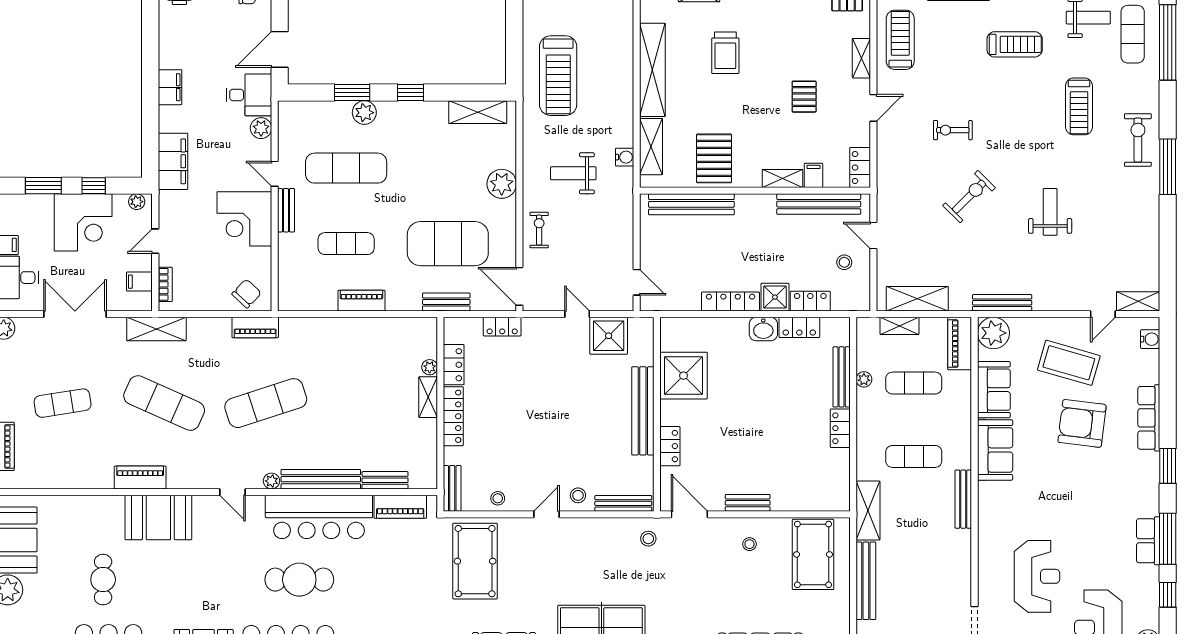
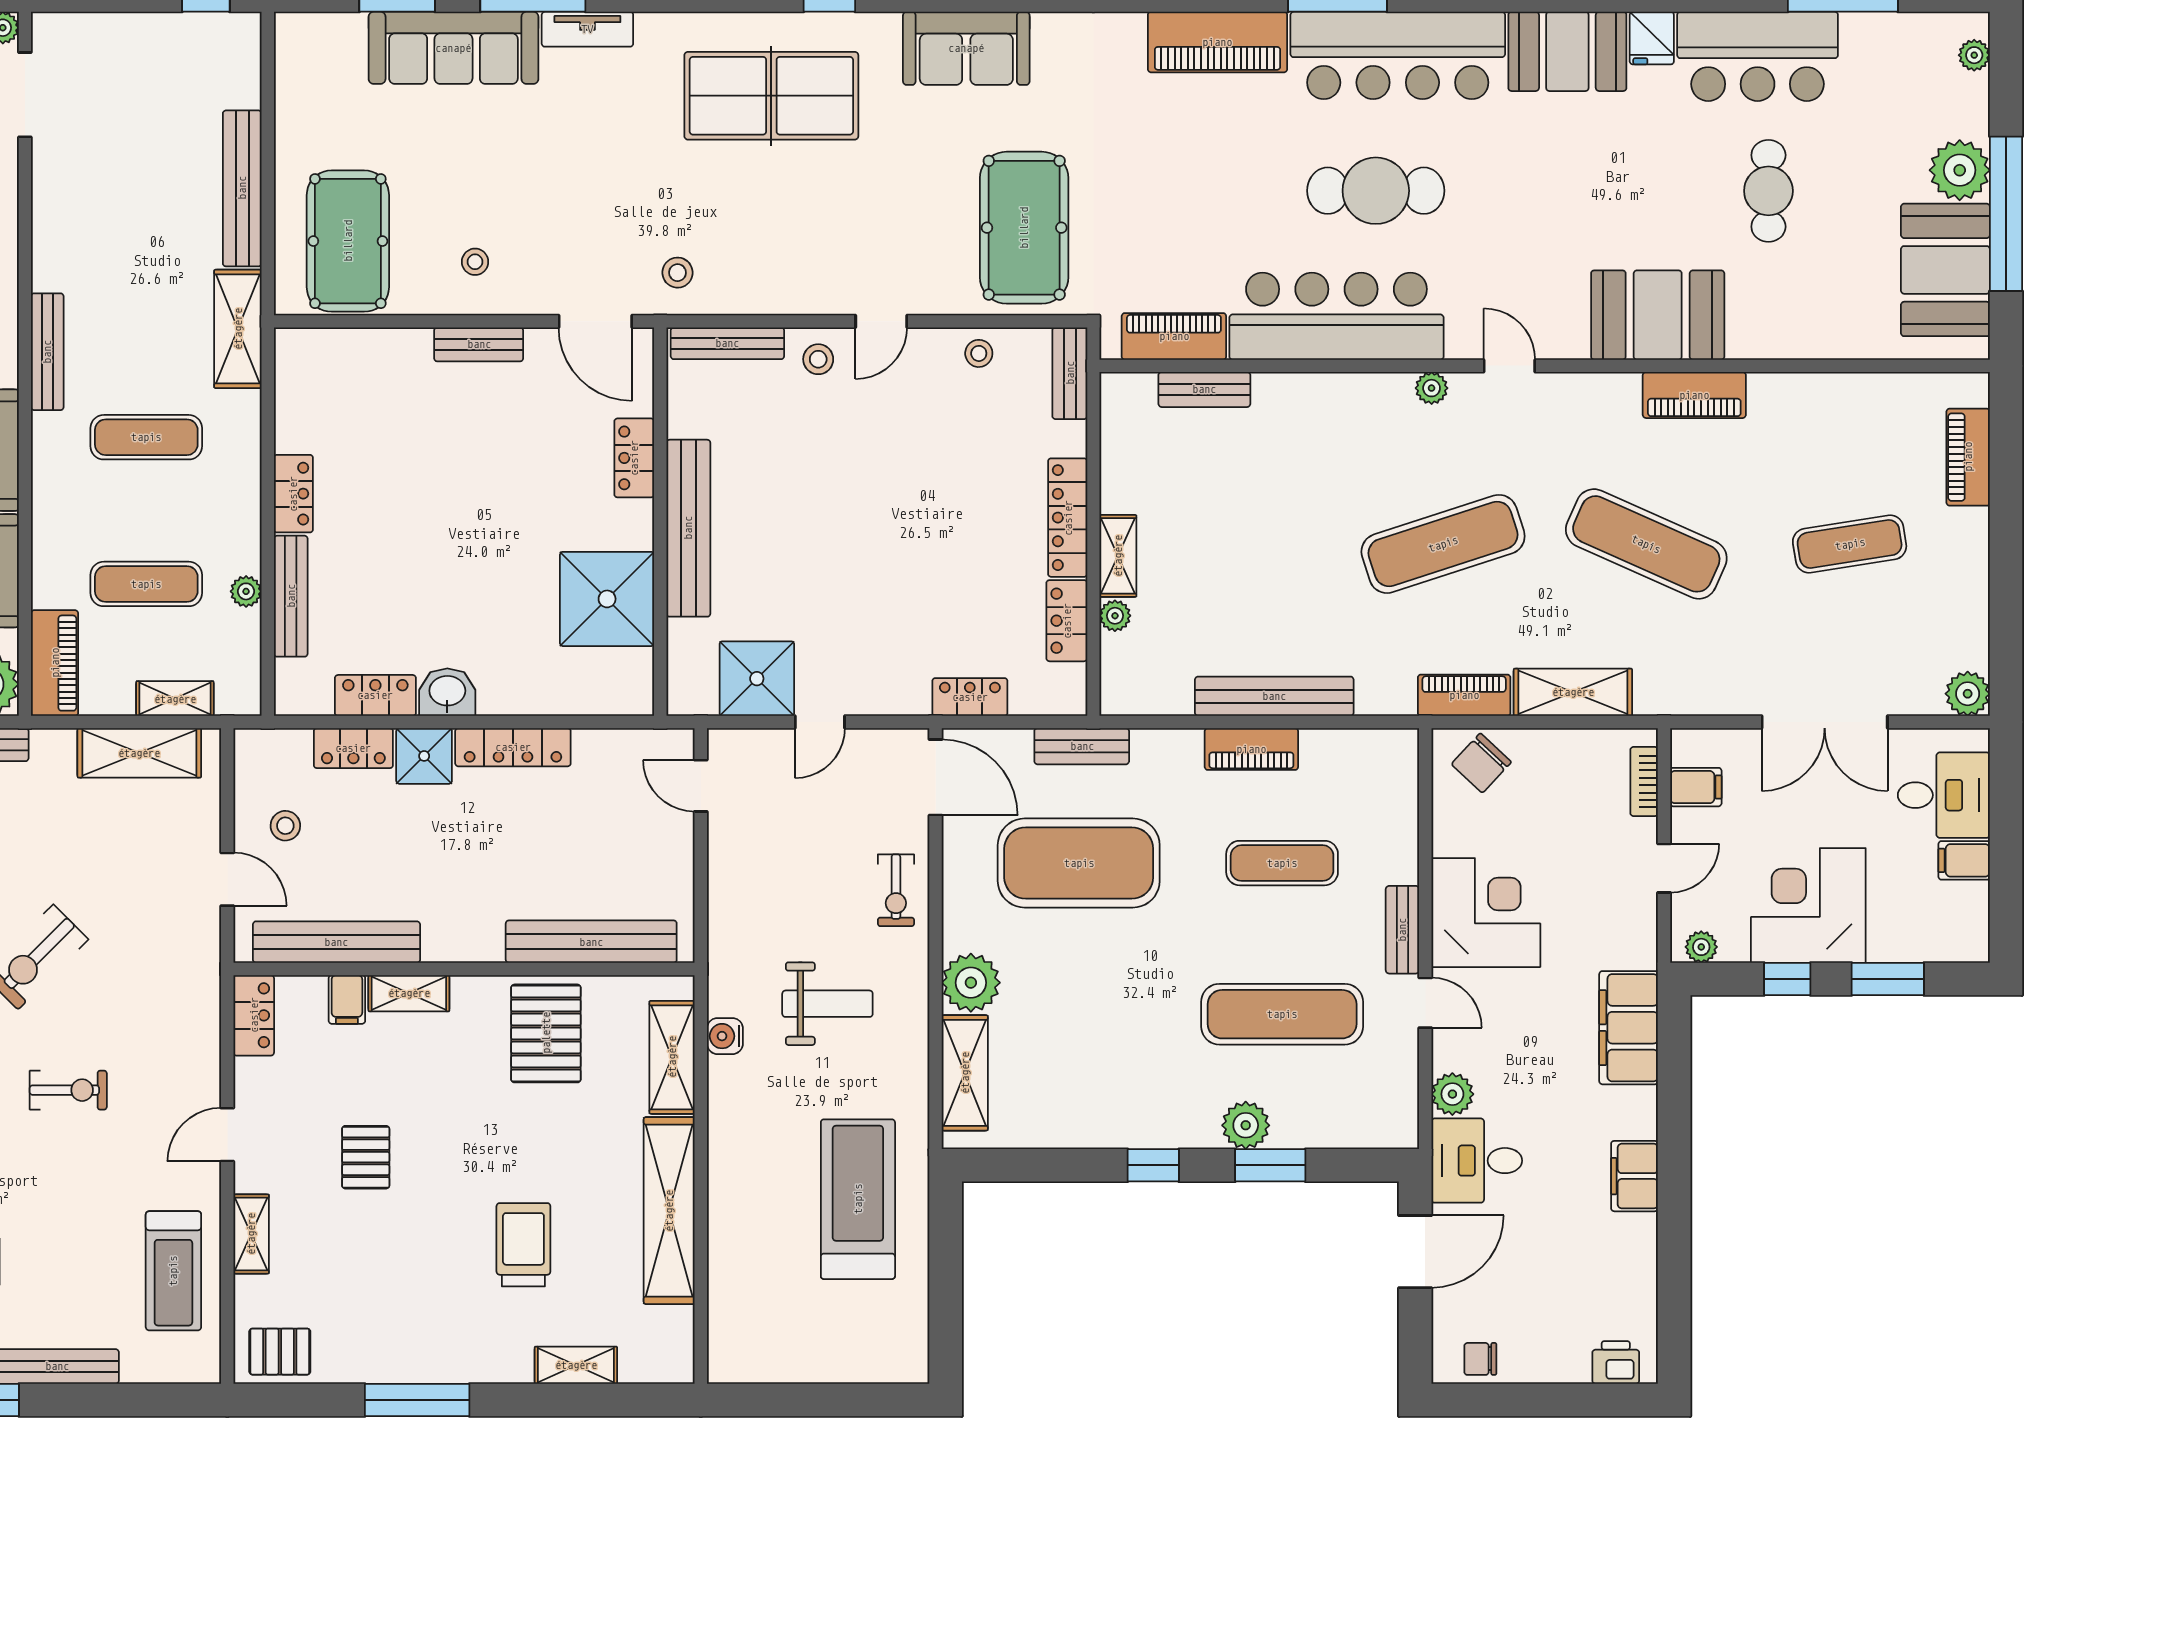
shelving: (478, 112) -> (965, 1073), moved, turned 90
door: (577, 314) -> (820, 722), hinge flipped
shelving: (156, 329) -> (1573, 692), moved
bench: (321, 479) -> (1274, 696), moved

